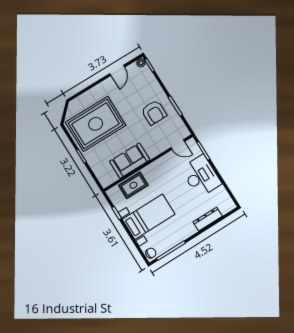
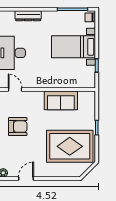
armchair: (154, 112) -> (18, 127), turned 90
rug: (133, 185) -> (70, 79), removed

